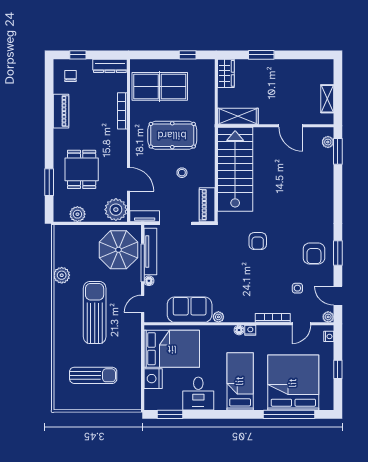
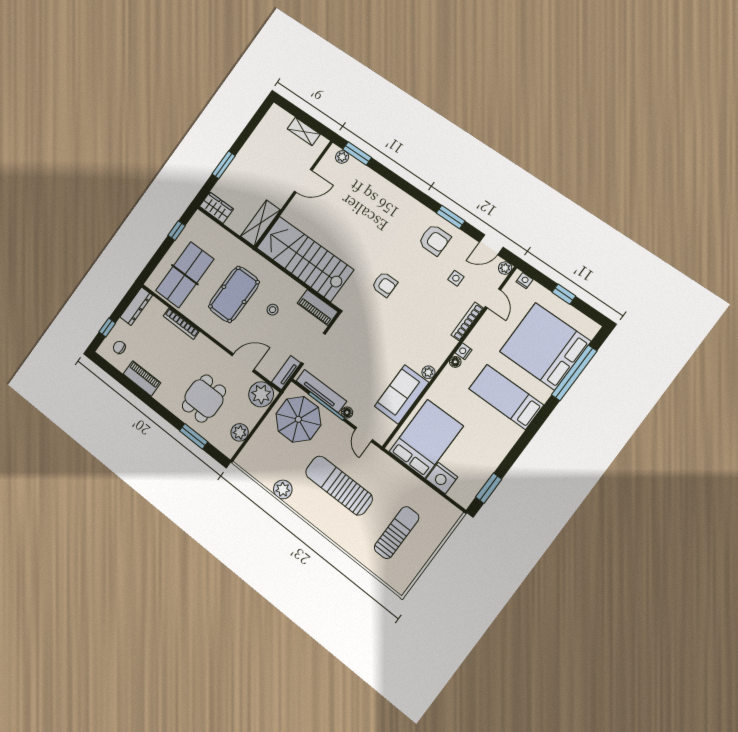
dining table: (82, 169) -> (204, 399), turned 90
desk: (198, 394) -> (488, 446), removed

